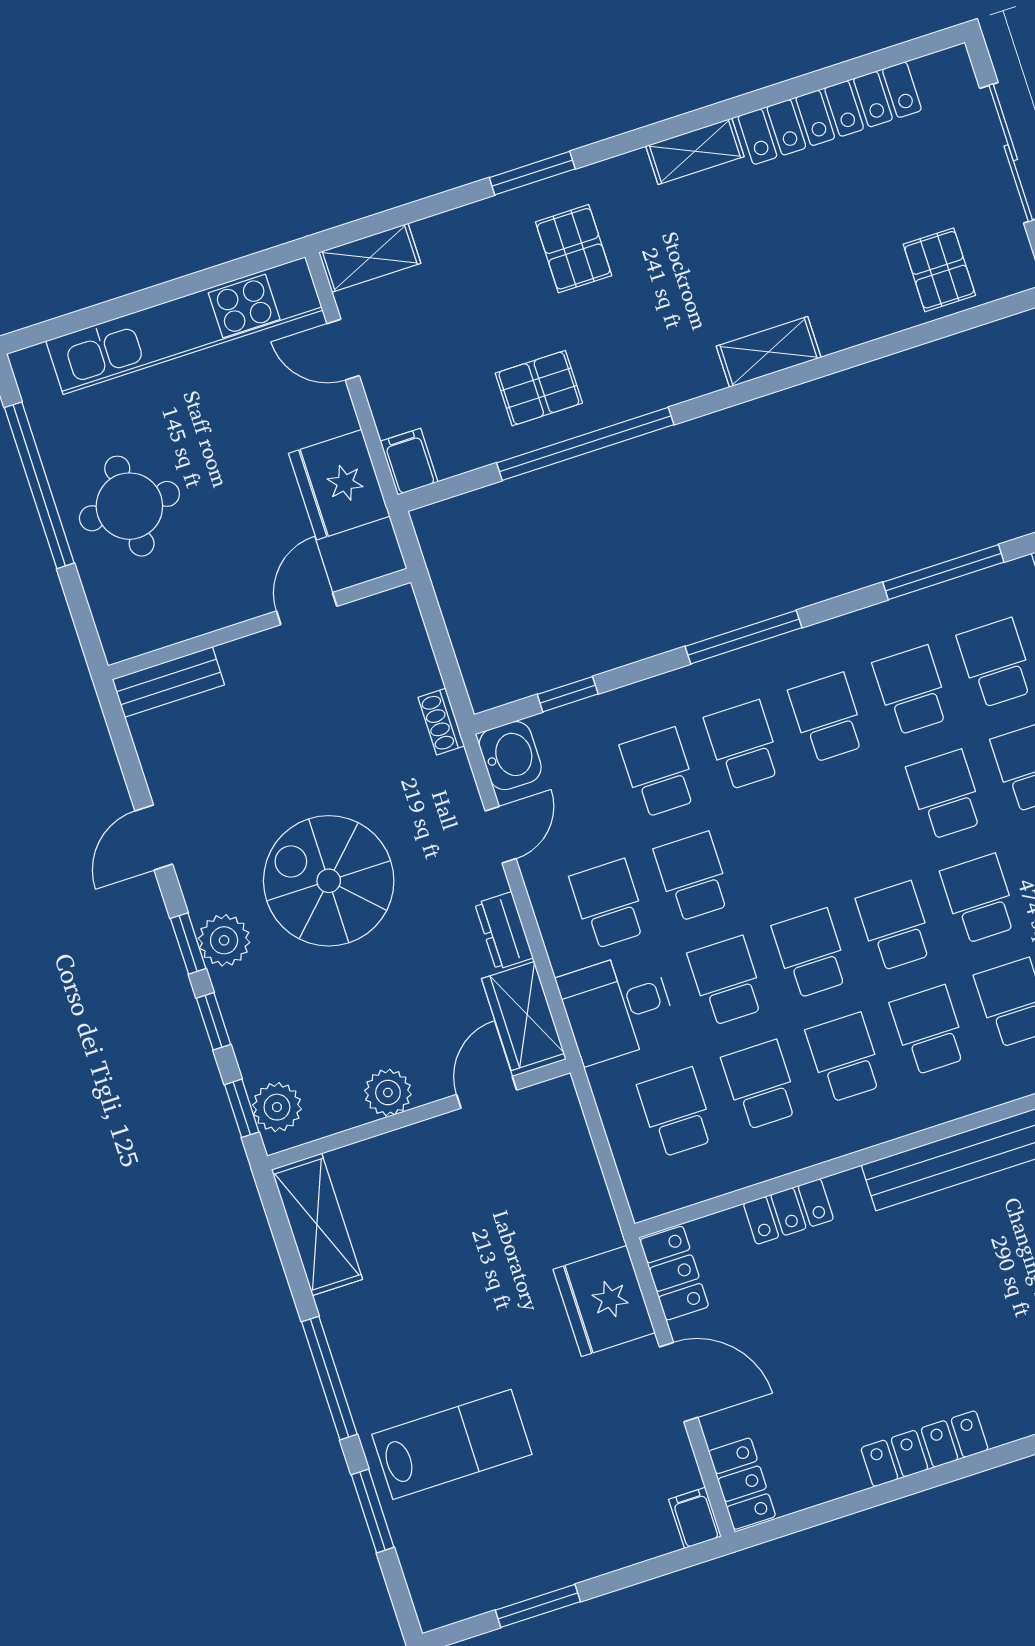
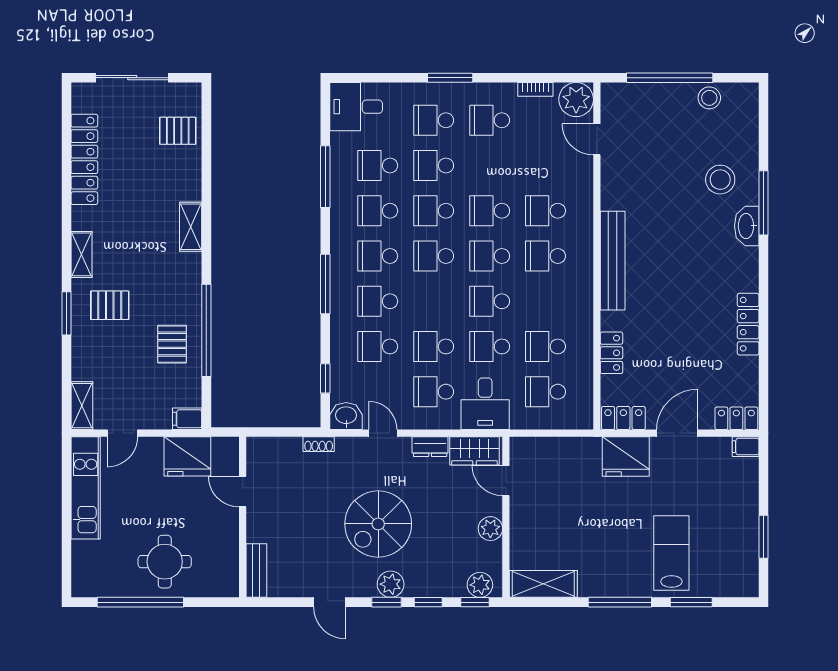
shelving: (695, 151) -> (82, 254), moved
kitchen unit: (184, 326) -> (86, 488), width x0.73
school desk: (845, 1058) -> (434, 256), moved

